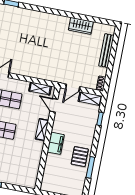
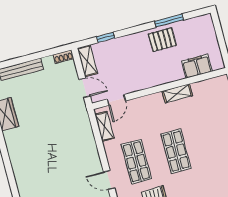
shelving: (42, 130) -> (177, 93), moved
filing cabinet: (56, 143) -> (197, 66), moved

